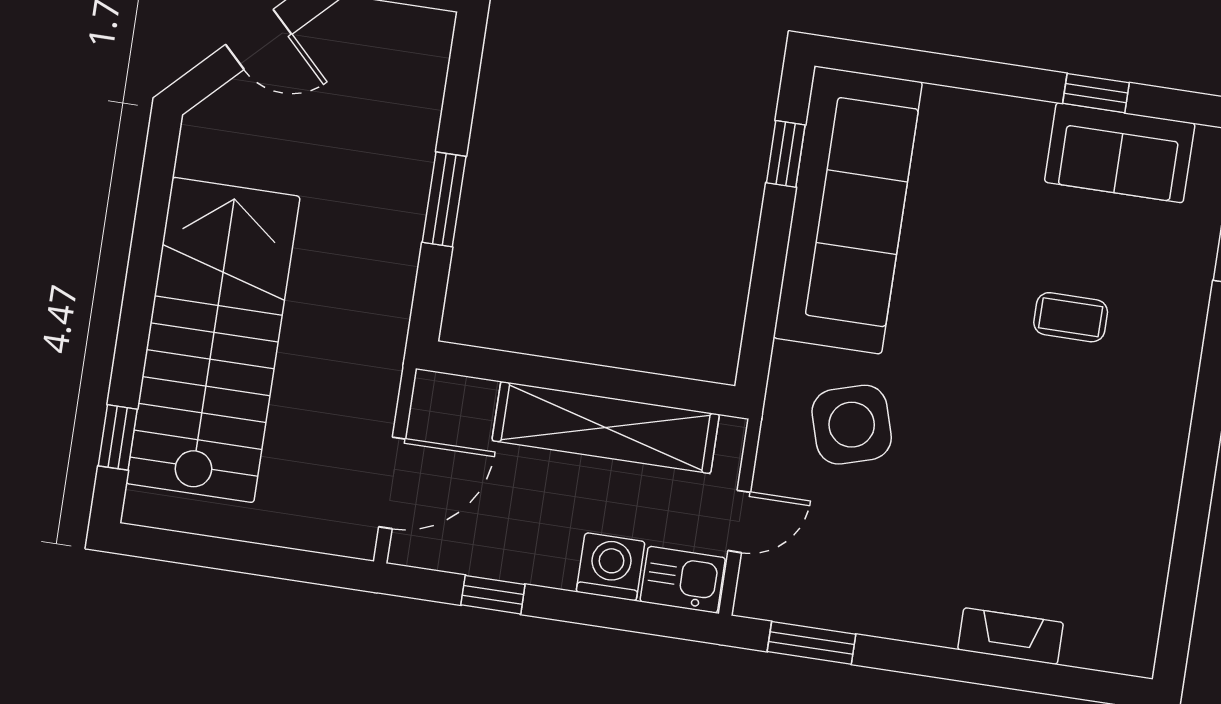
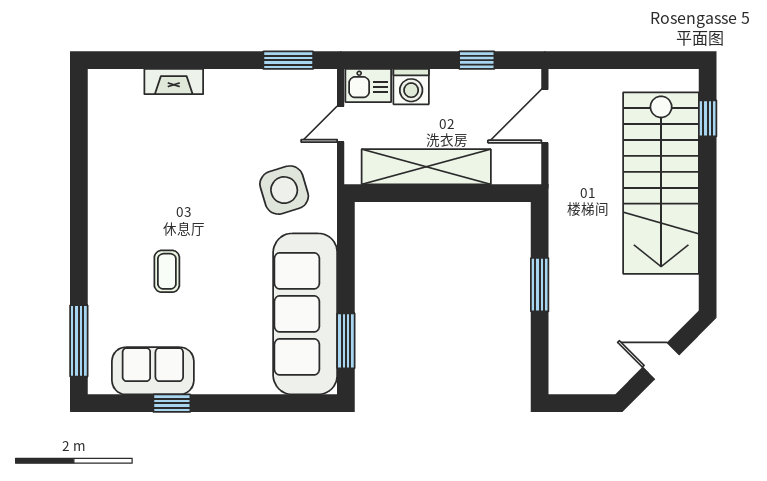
window: (786, 154) -> (346, 341), width x1.50
coffee table: (1071, 317) -> (167, 271), turned 90

